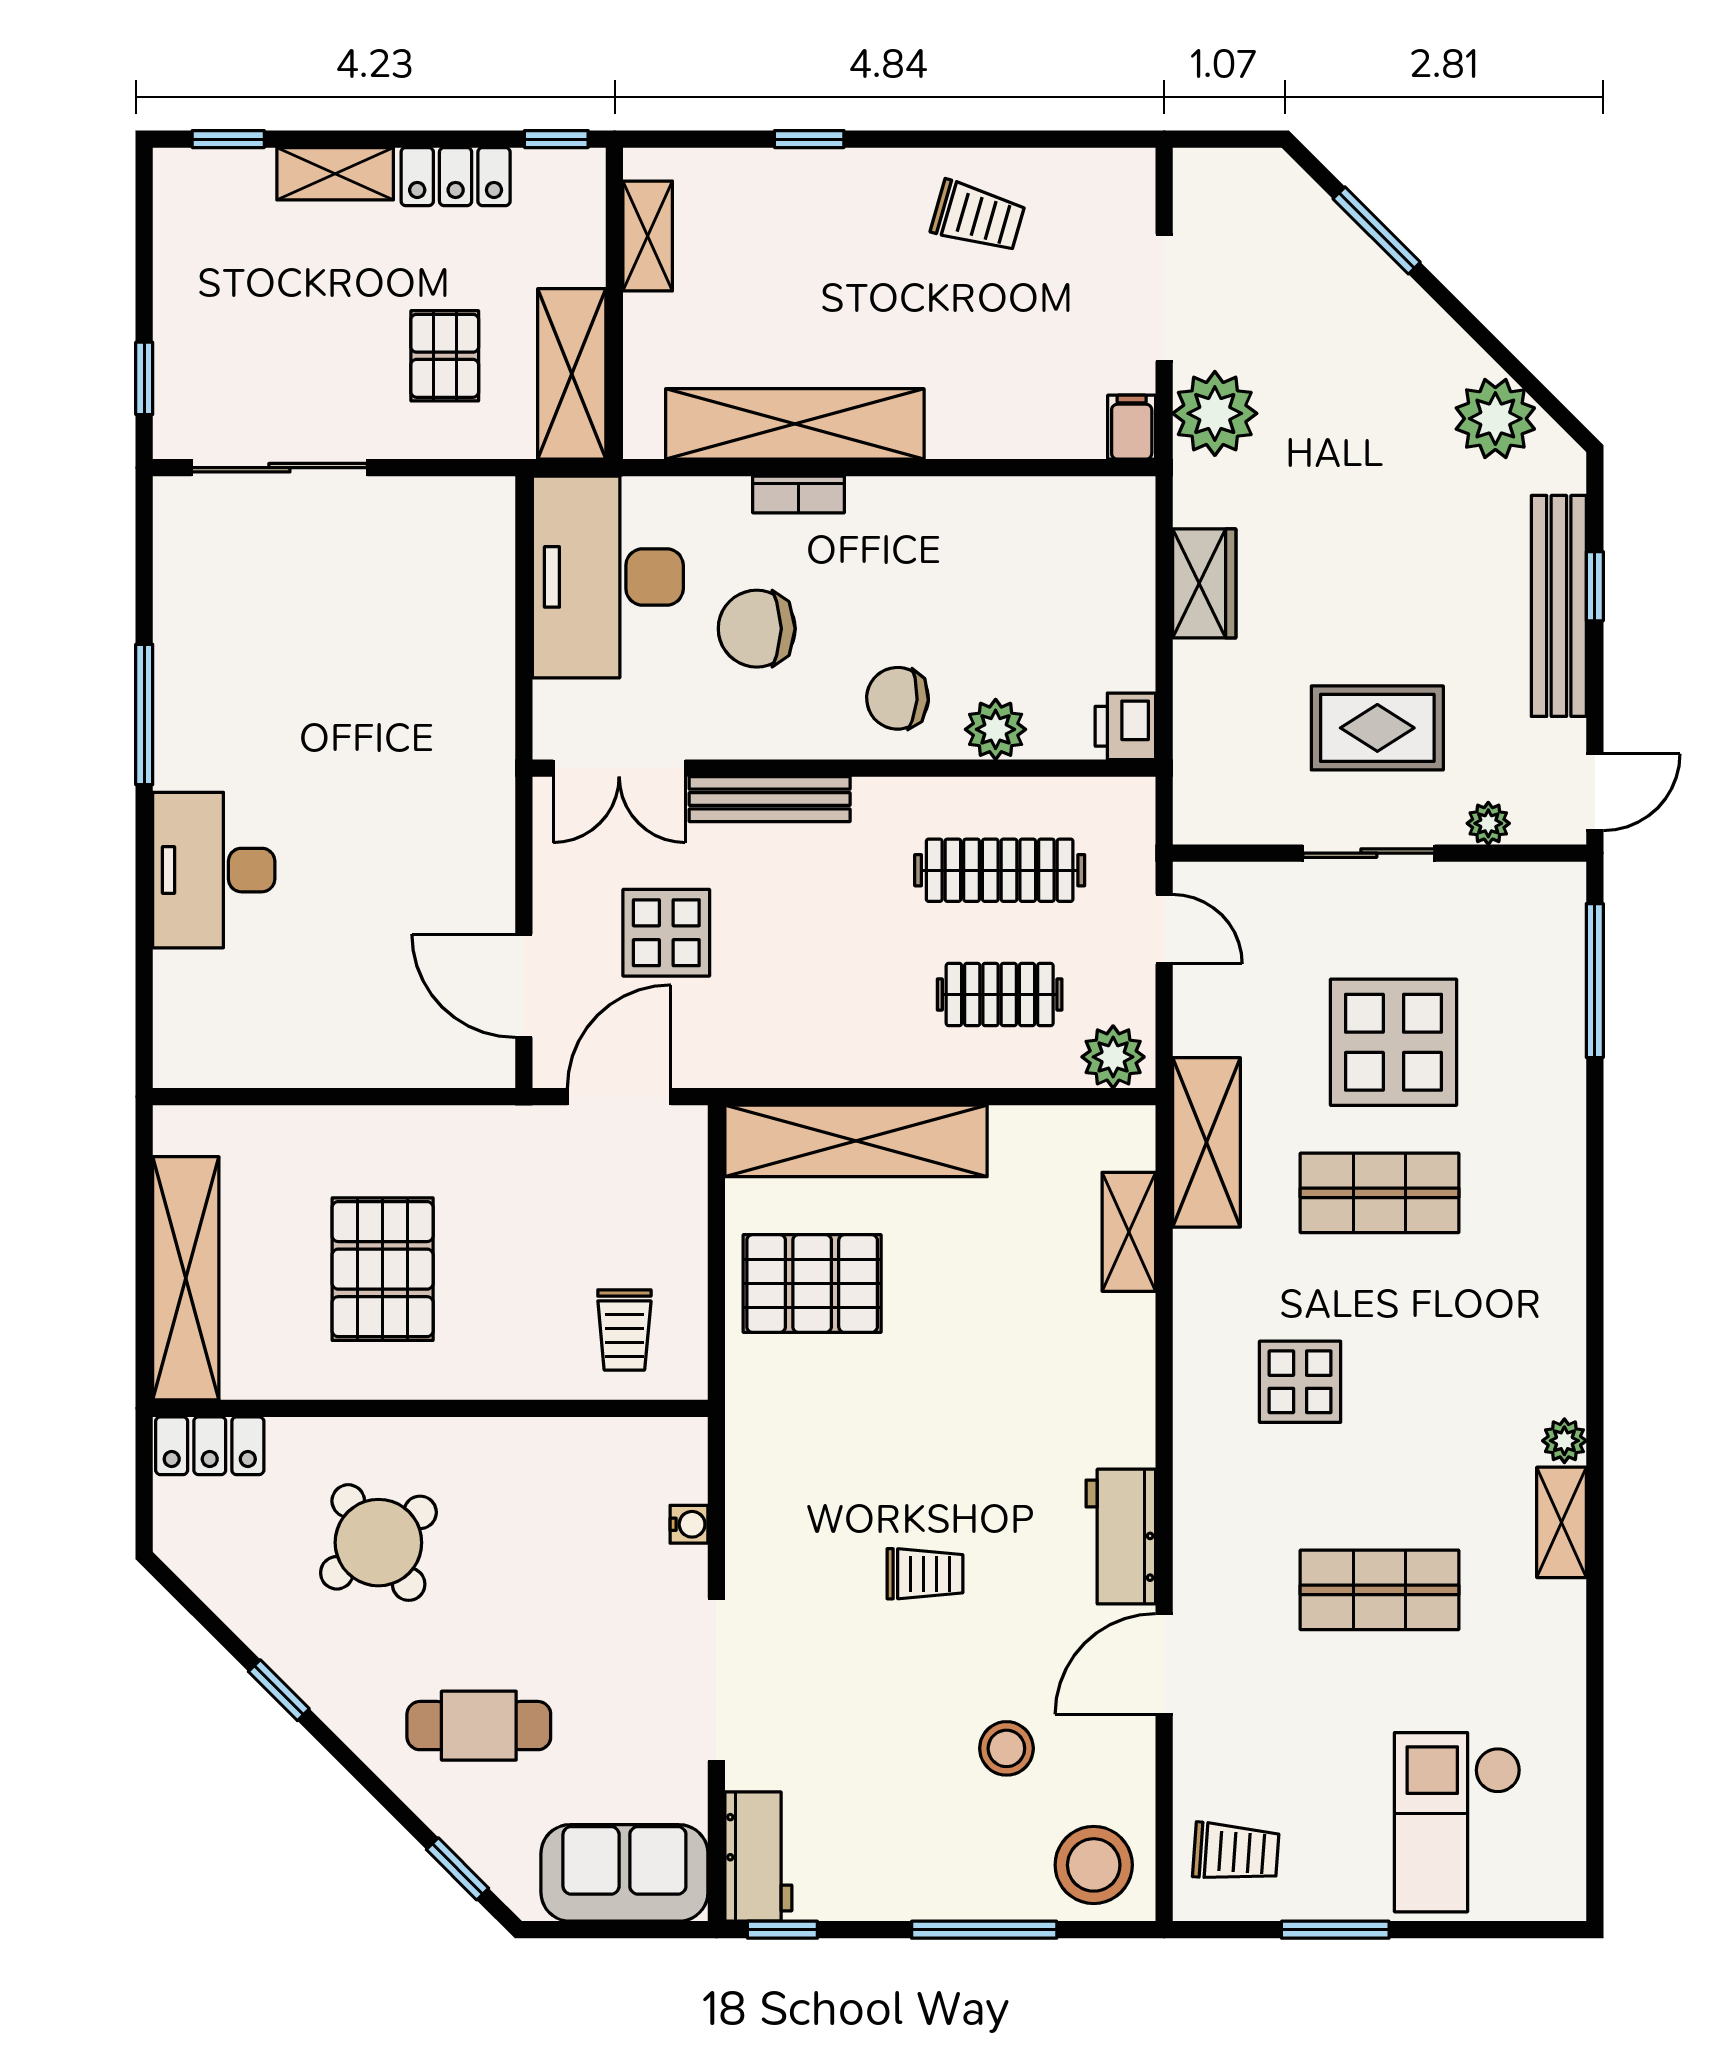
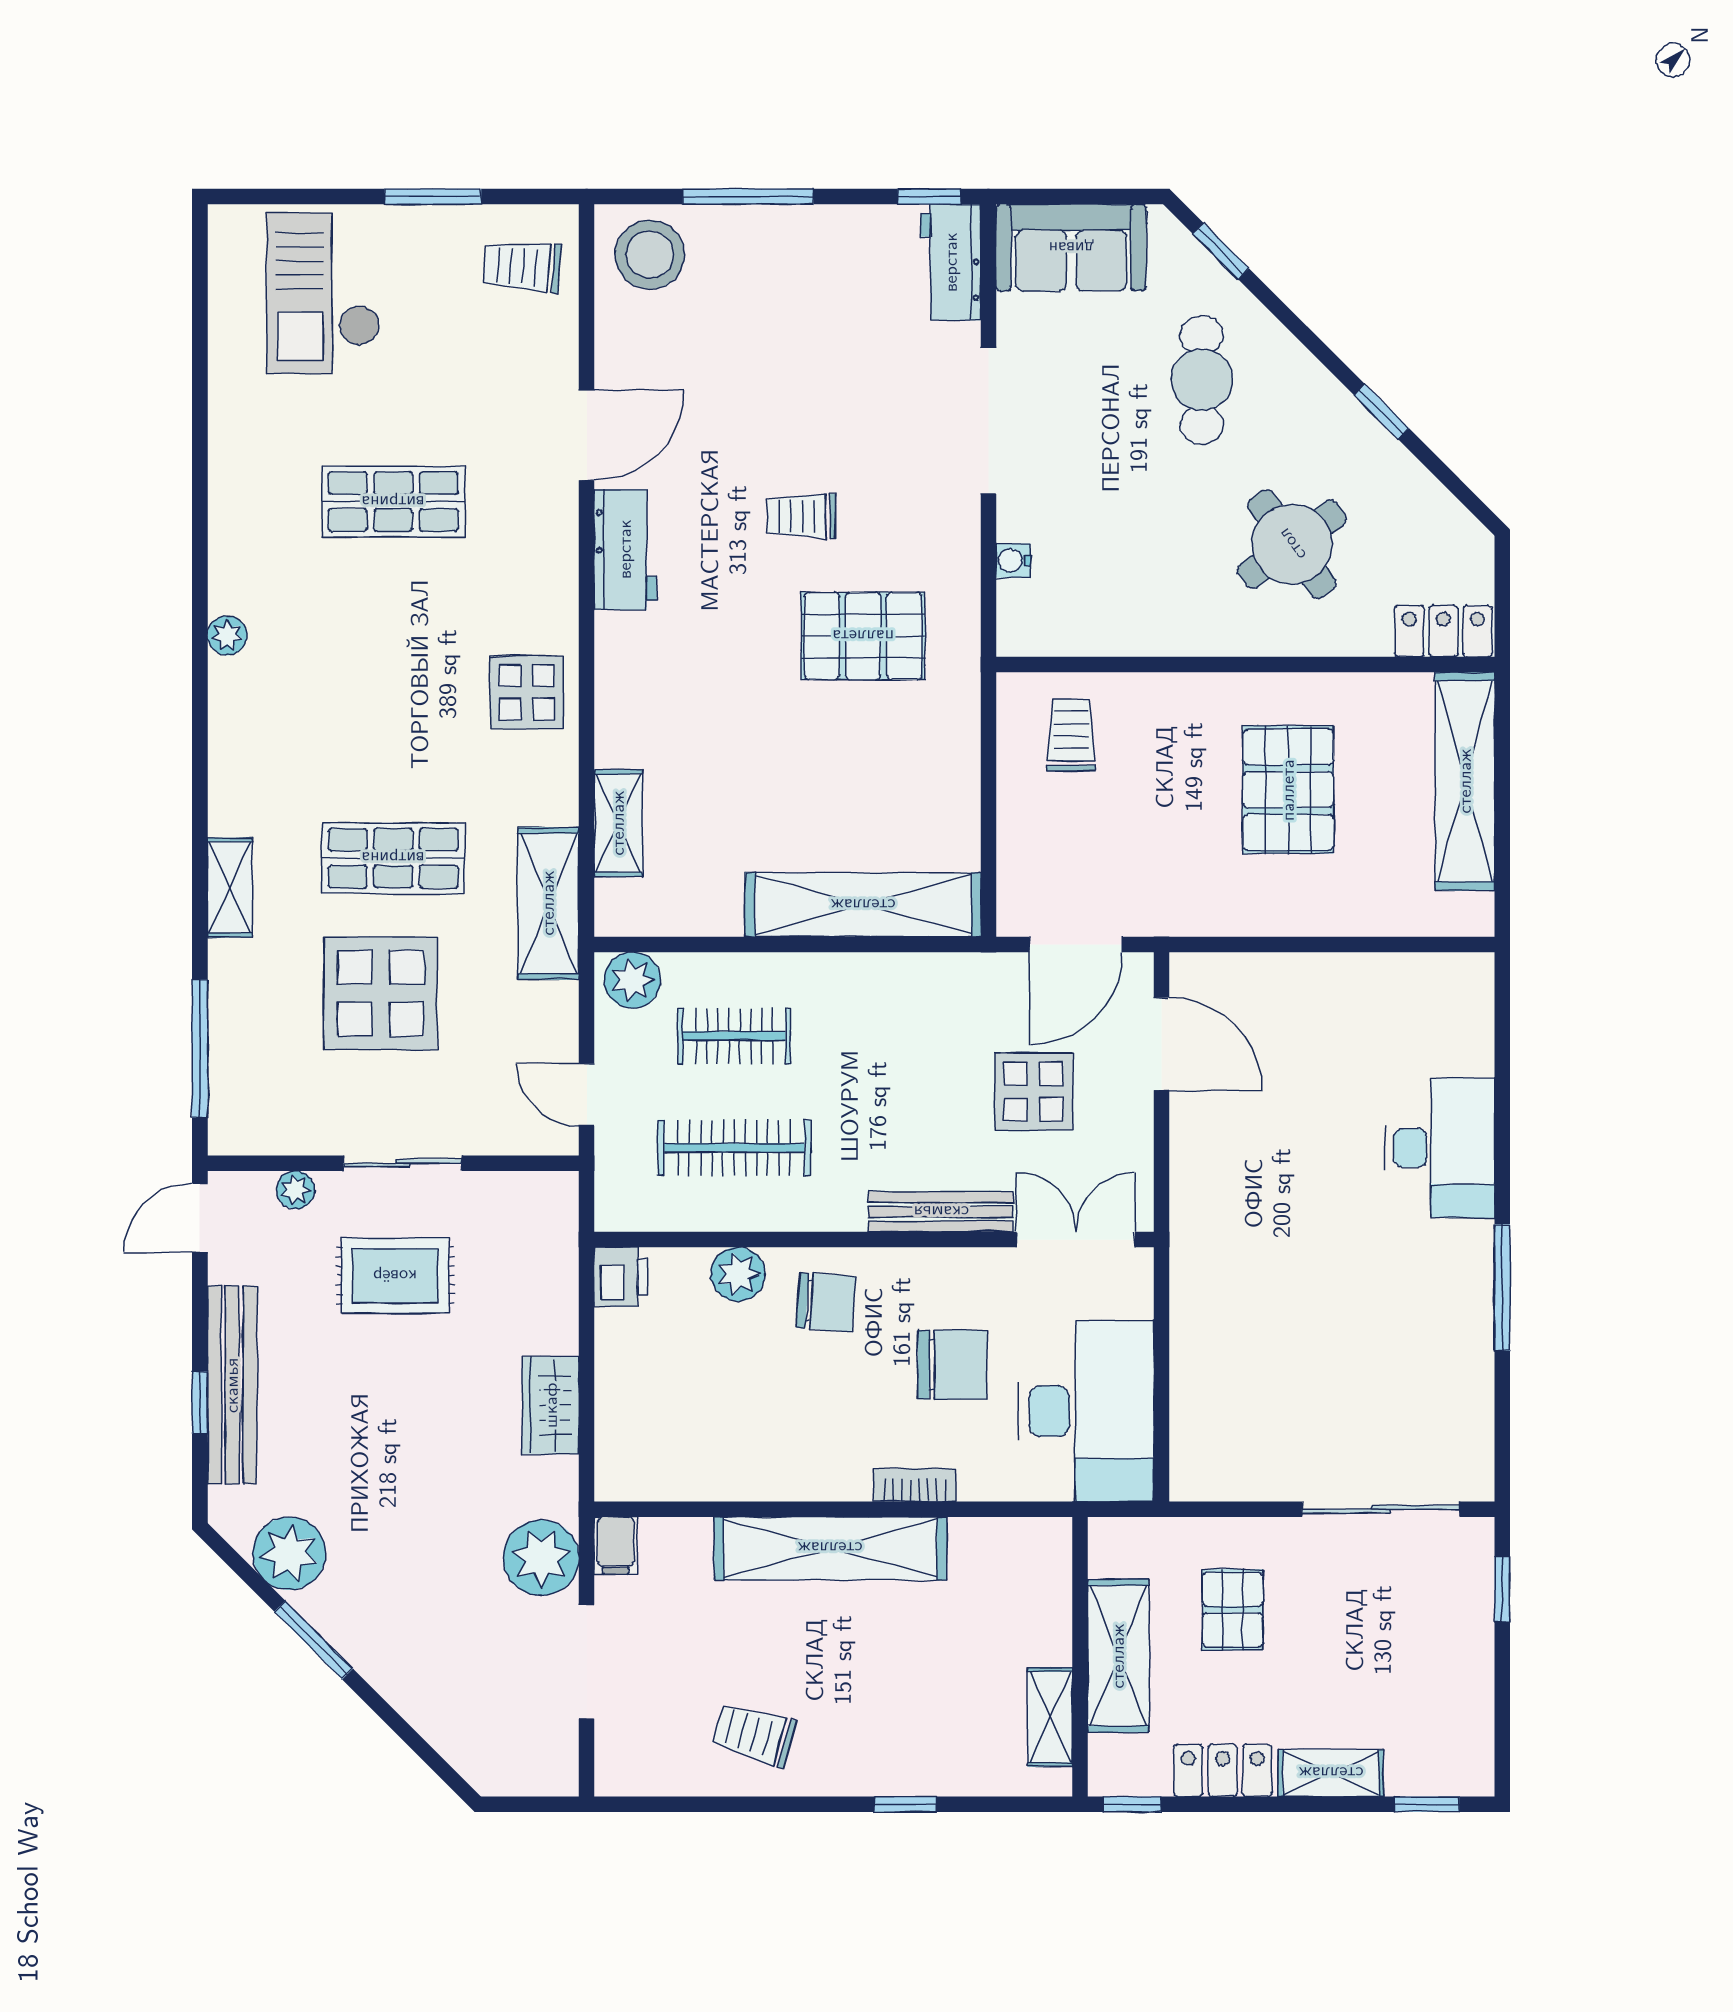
window: (1377, 230) -> (314, 1640), moved
shelving: (572, 374) -> (1118, 1656), moved
shelving: (795, 424) -> (830, 1548), moved
pallet: (812, 1284) -> (863, 636), moved
display table: (1300, 1382) -> (527, 692), moved
shelving: (1561, 1522) -> (230, 888), moved
cafe table: (479, 1726) -> (1202, 380), turned 90
stool: (1006, 1748) -> (728, 359), removed
checkout: (1457, 1822) -> (323, 293), turned 180

